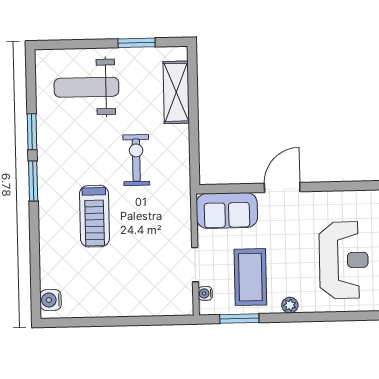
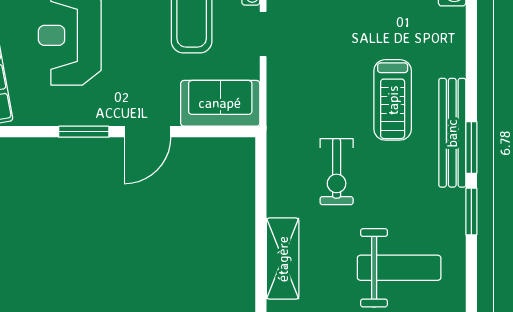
window: (331, 186) -> (84, 132), added
bench: (48, 192) -> (452, 133), added
treadmill: (94, 216) -> (393, 100), turned 180

